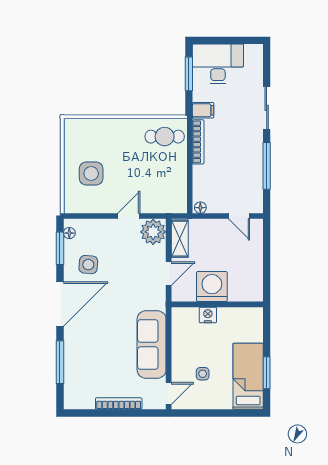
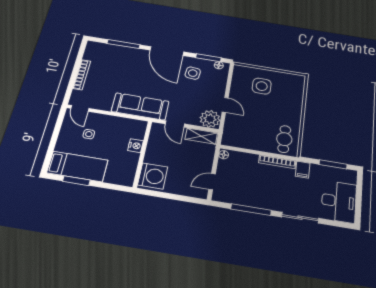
desk: (218, 64) -> (339, 201), moved
washing machine: (212, 287) -> (153, 176), moved
sofa: (152, 345) -> (140, 106), moved

